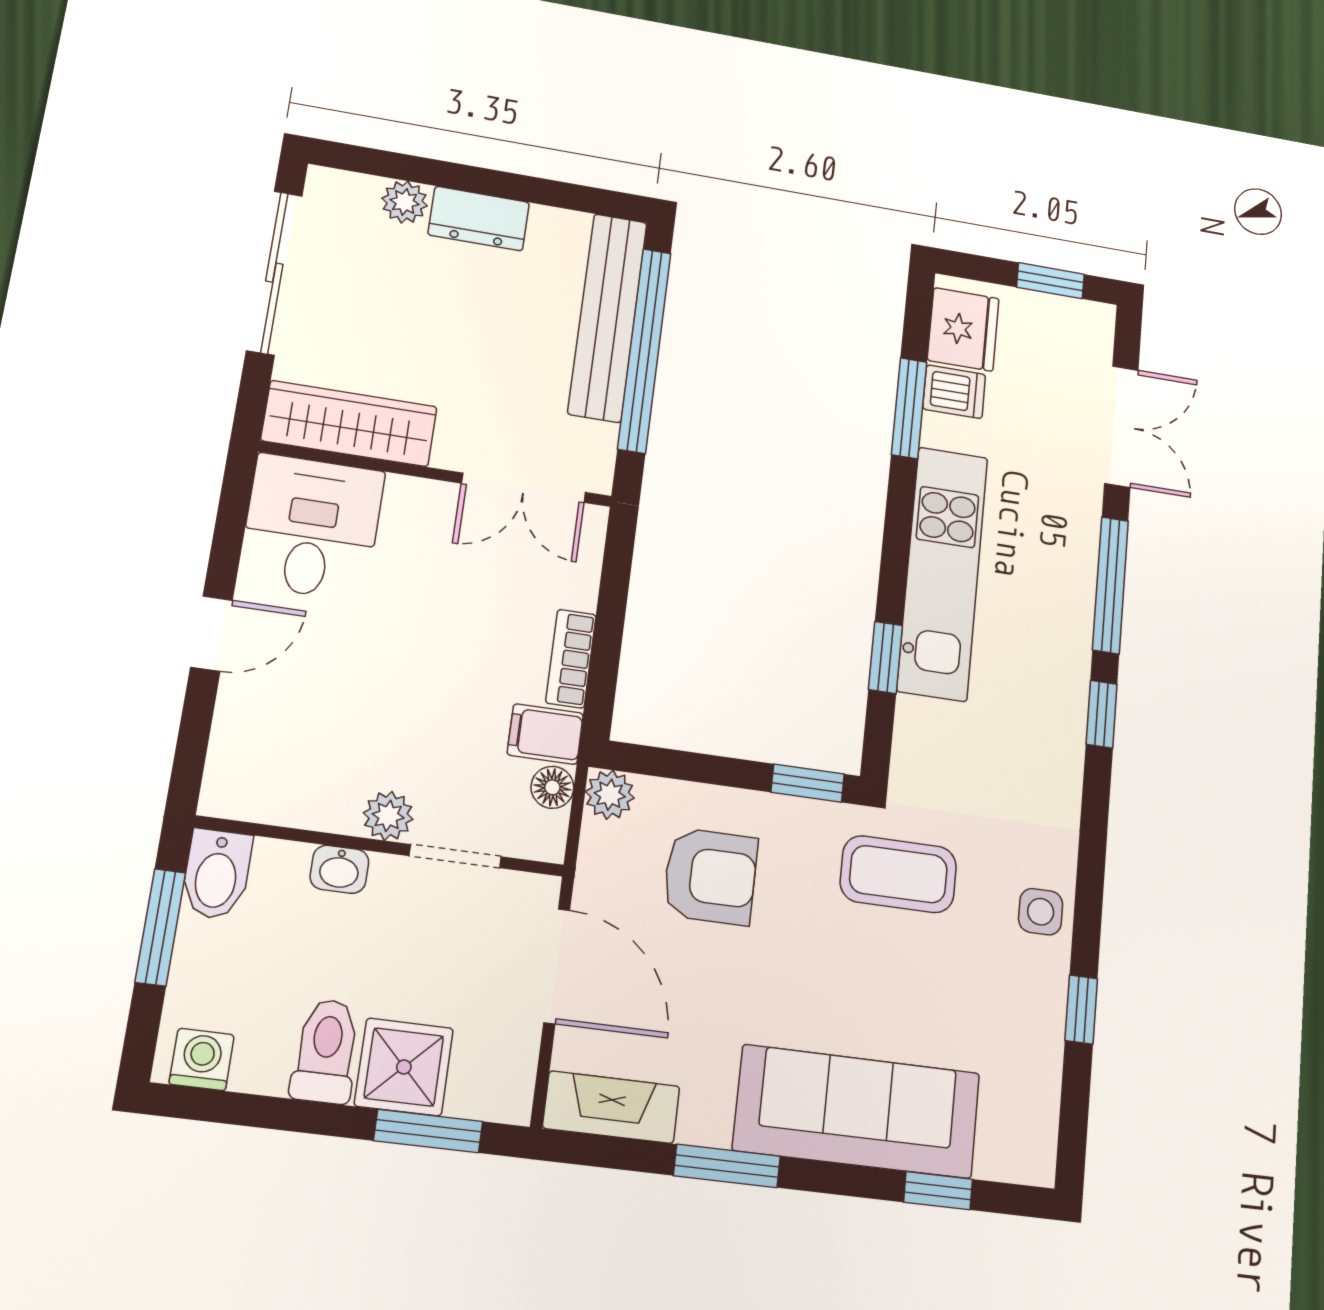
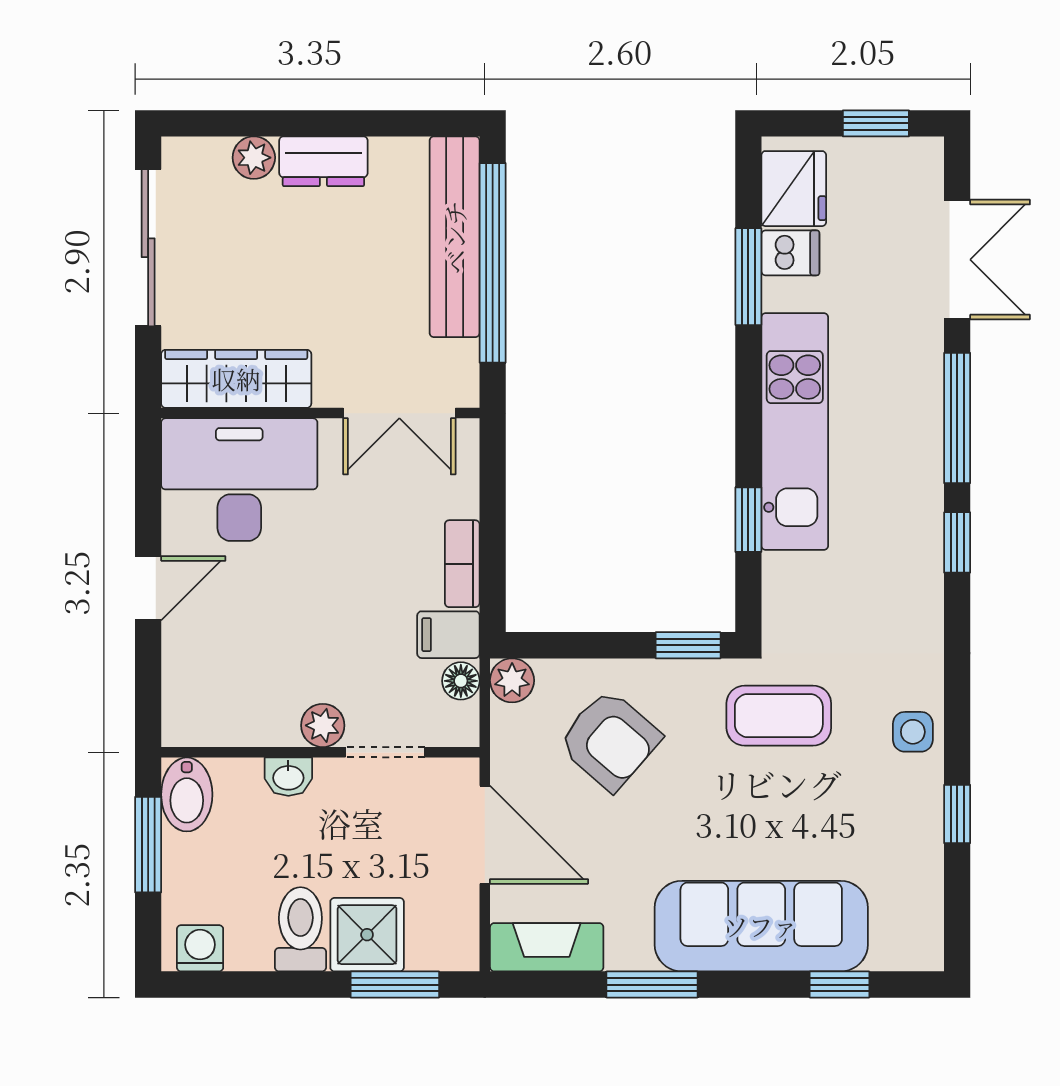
desk: (311, 527) -> (239, 480), width x1.37
armchair: (710, 876) -> (610, 740), turned 41

